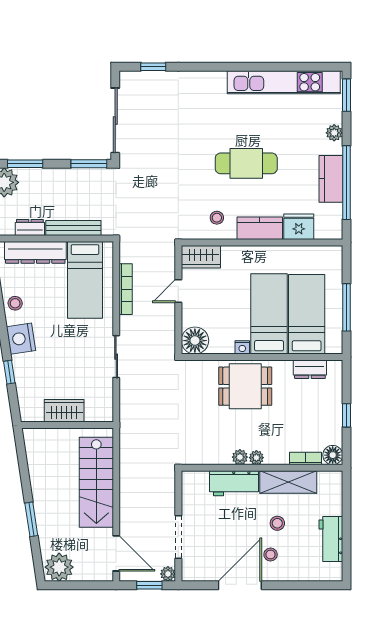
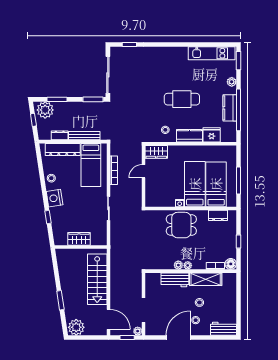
kitchen unit: (284, 82) -> (212, 53), width x0.73
floor lamp: (195, 341) -> (153, 199), removed
workbench: (331, 539) -> (223, 329), moved, turned 90

